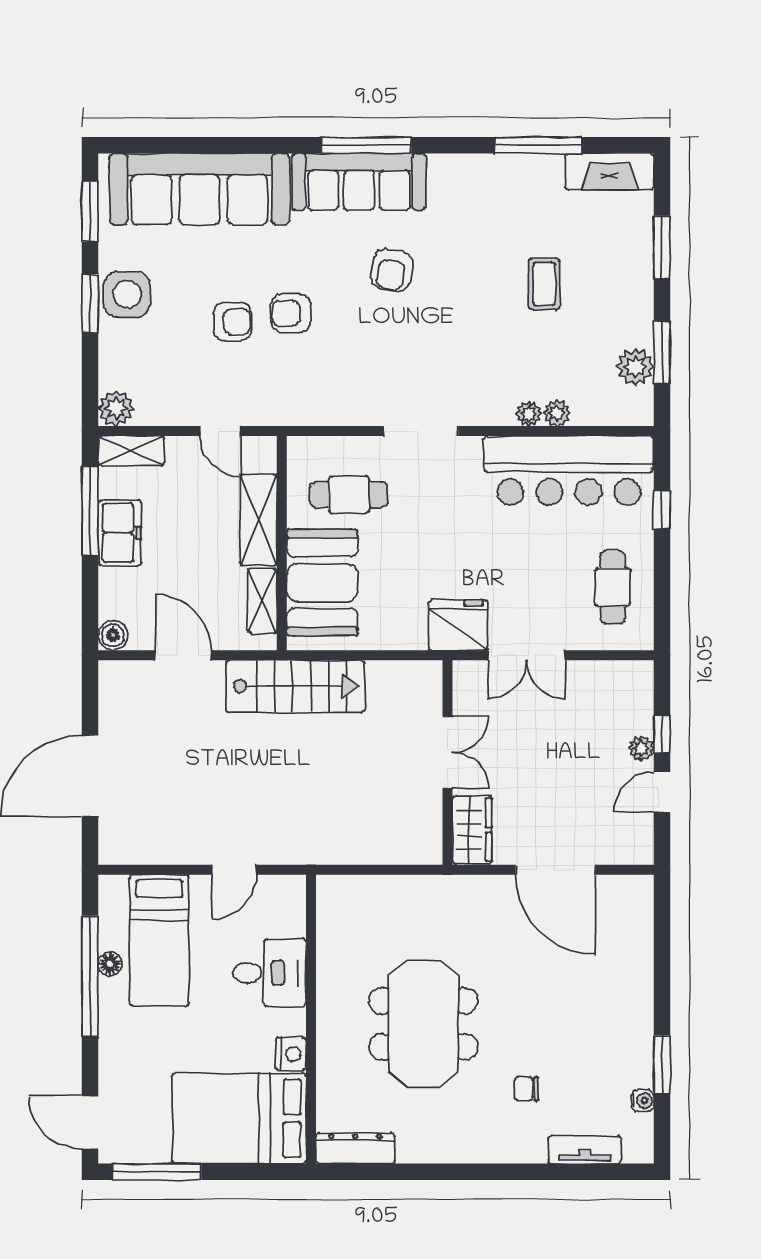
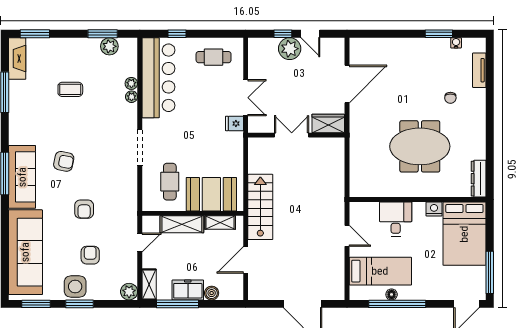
window: (662, 247) -> (35, 34), moved
armchair: (233, 322) -> (90, 255), moved
fridge: (458, 625) -> (234, 123), width x0.53, depth x0.75
boiler: (113, 635) -> (212, 293), moved
plant: (641, 748) -> (290, 49), width x1.88, depth x1.88

